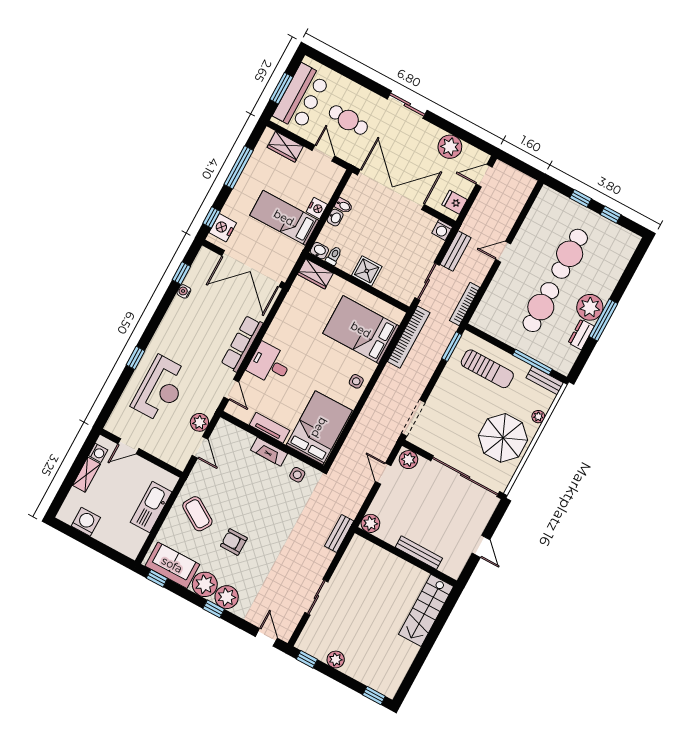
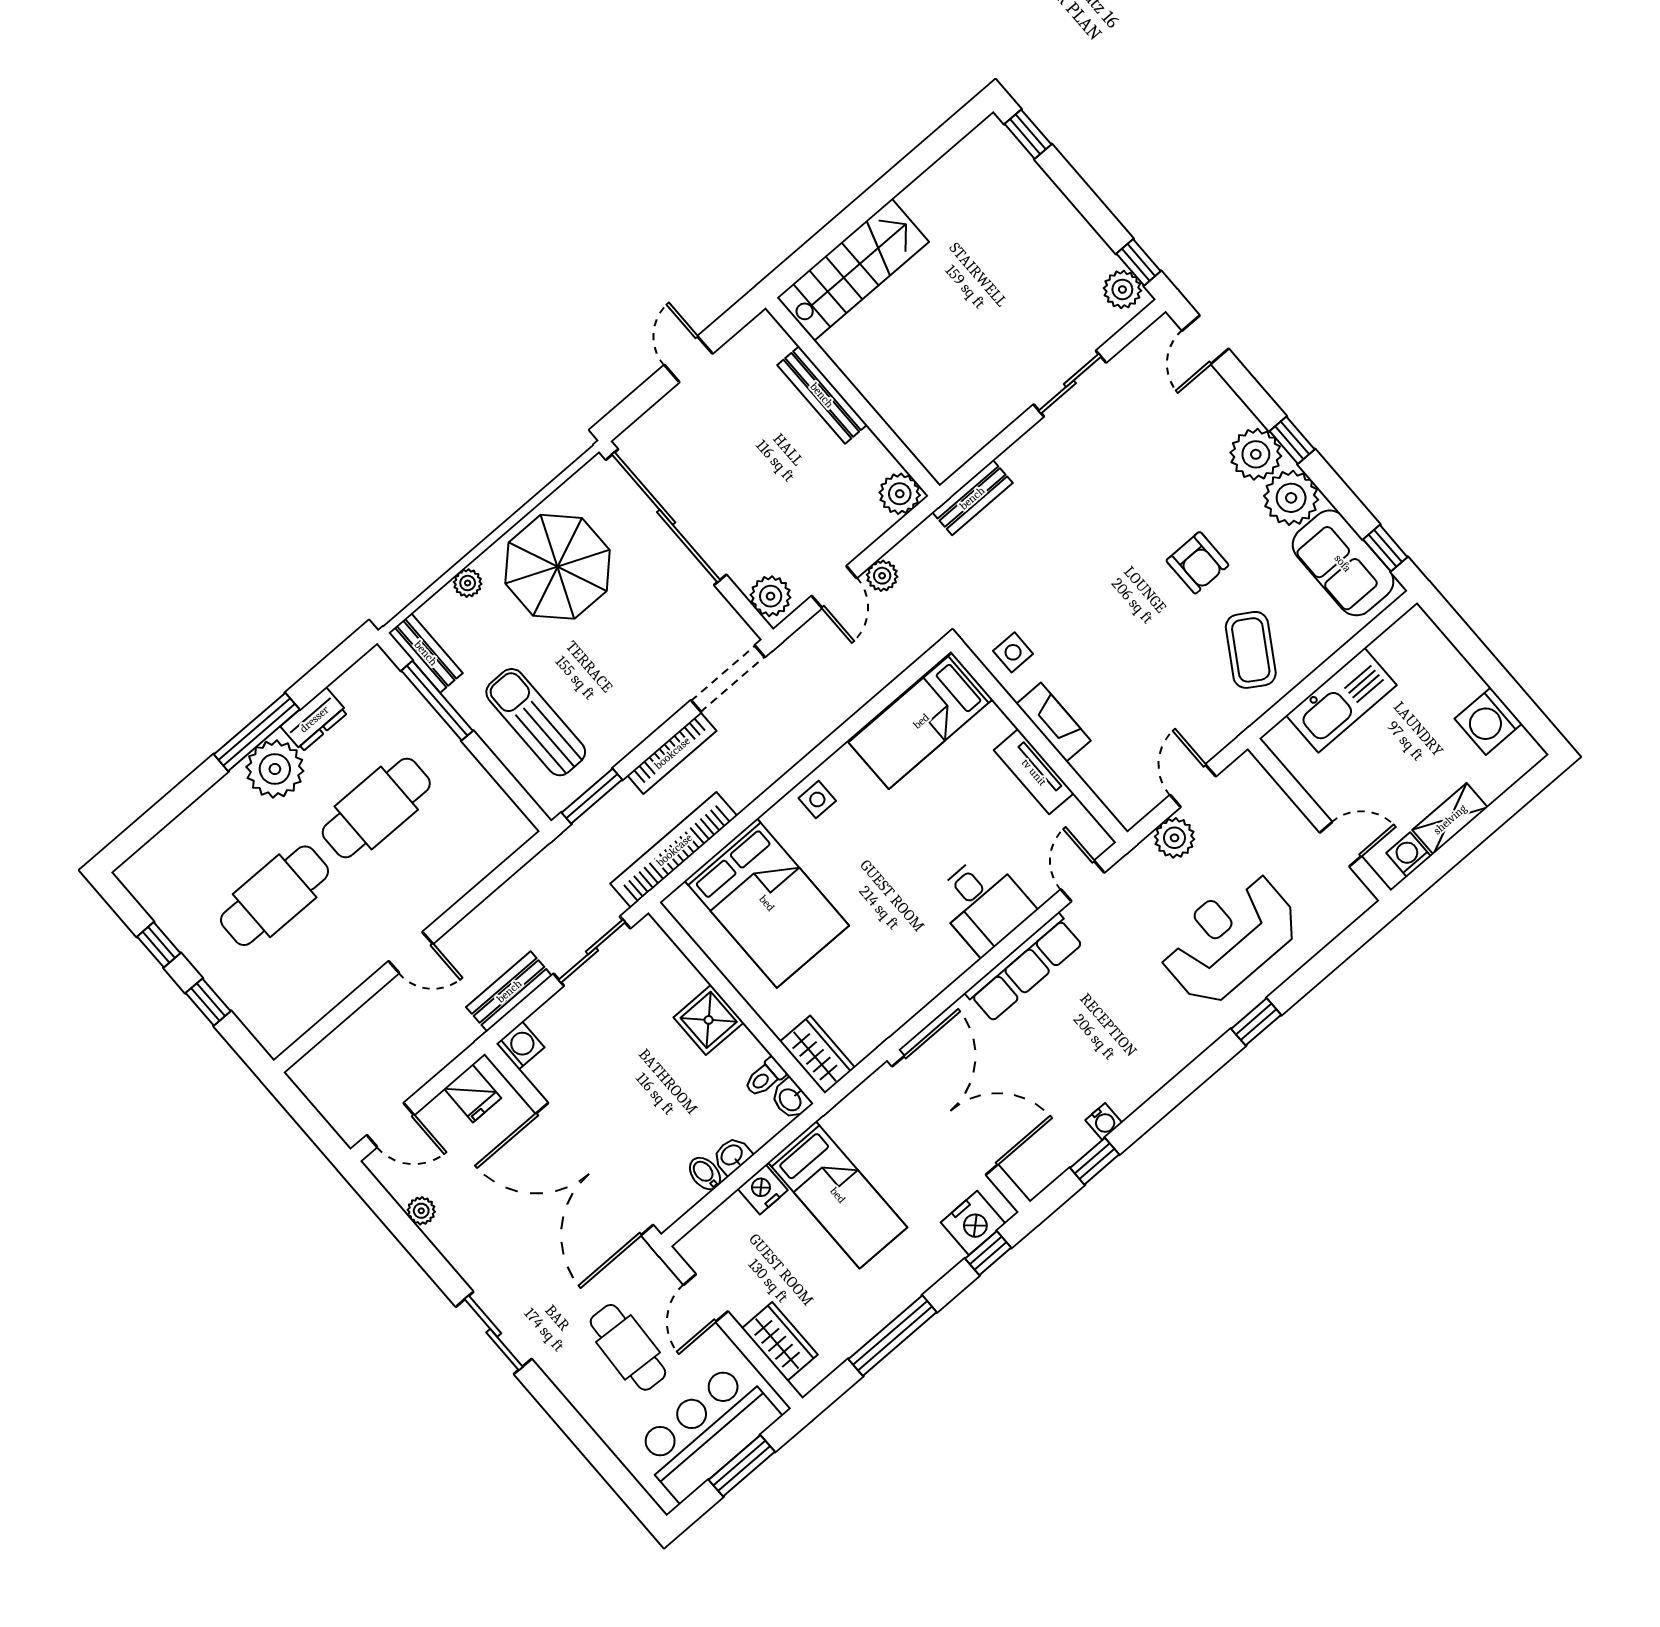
plant: (450, 147) -> (421, 1211), width x0.53, depth x0.53
bookcase: (465, 304) -> (672, 753), moved
bed: (319, 428) -> (921, 721), width x0.67
plant: (365, 486) -> (882, 576), added
plant: (336, 660) -> (1122, 289), moved

